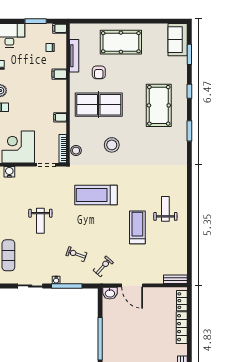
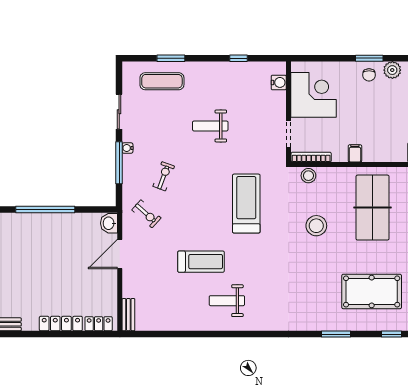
weight bench: (165, 209) -> (227, 301), turned 180

